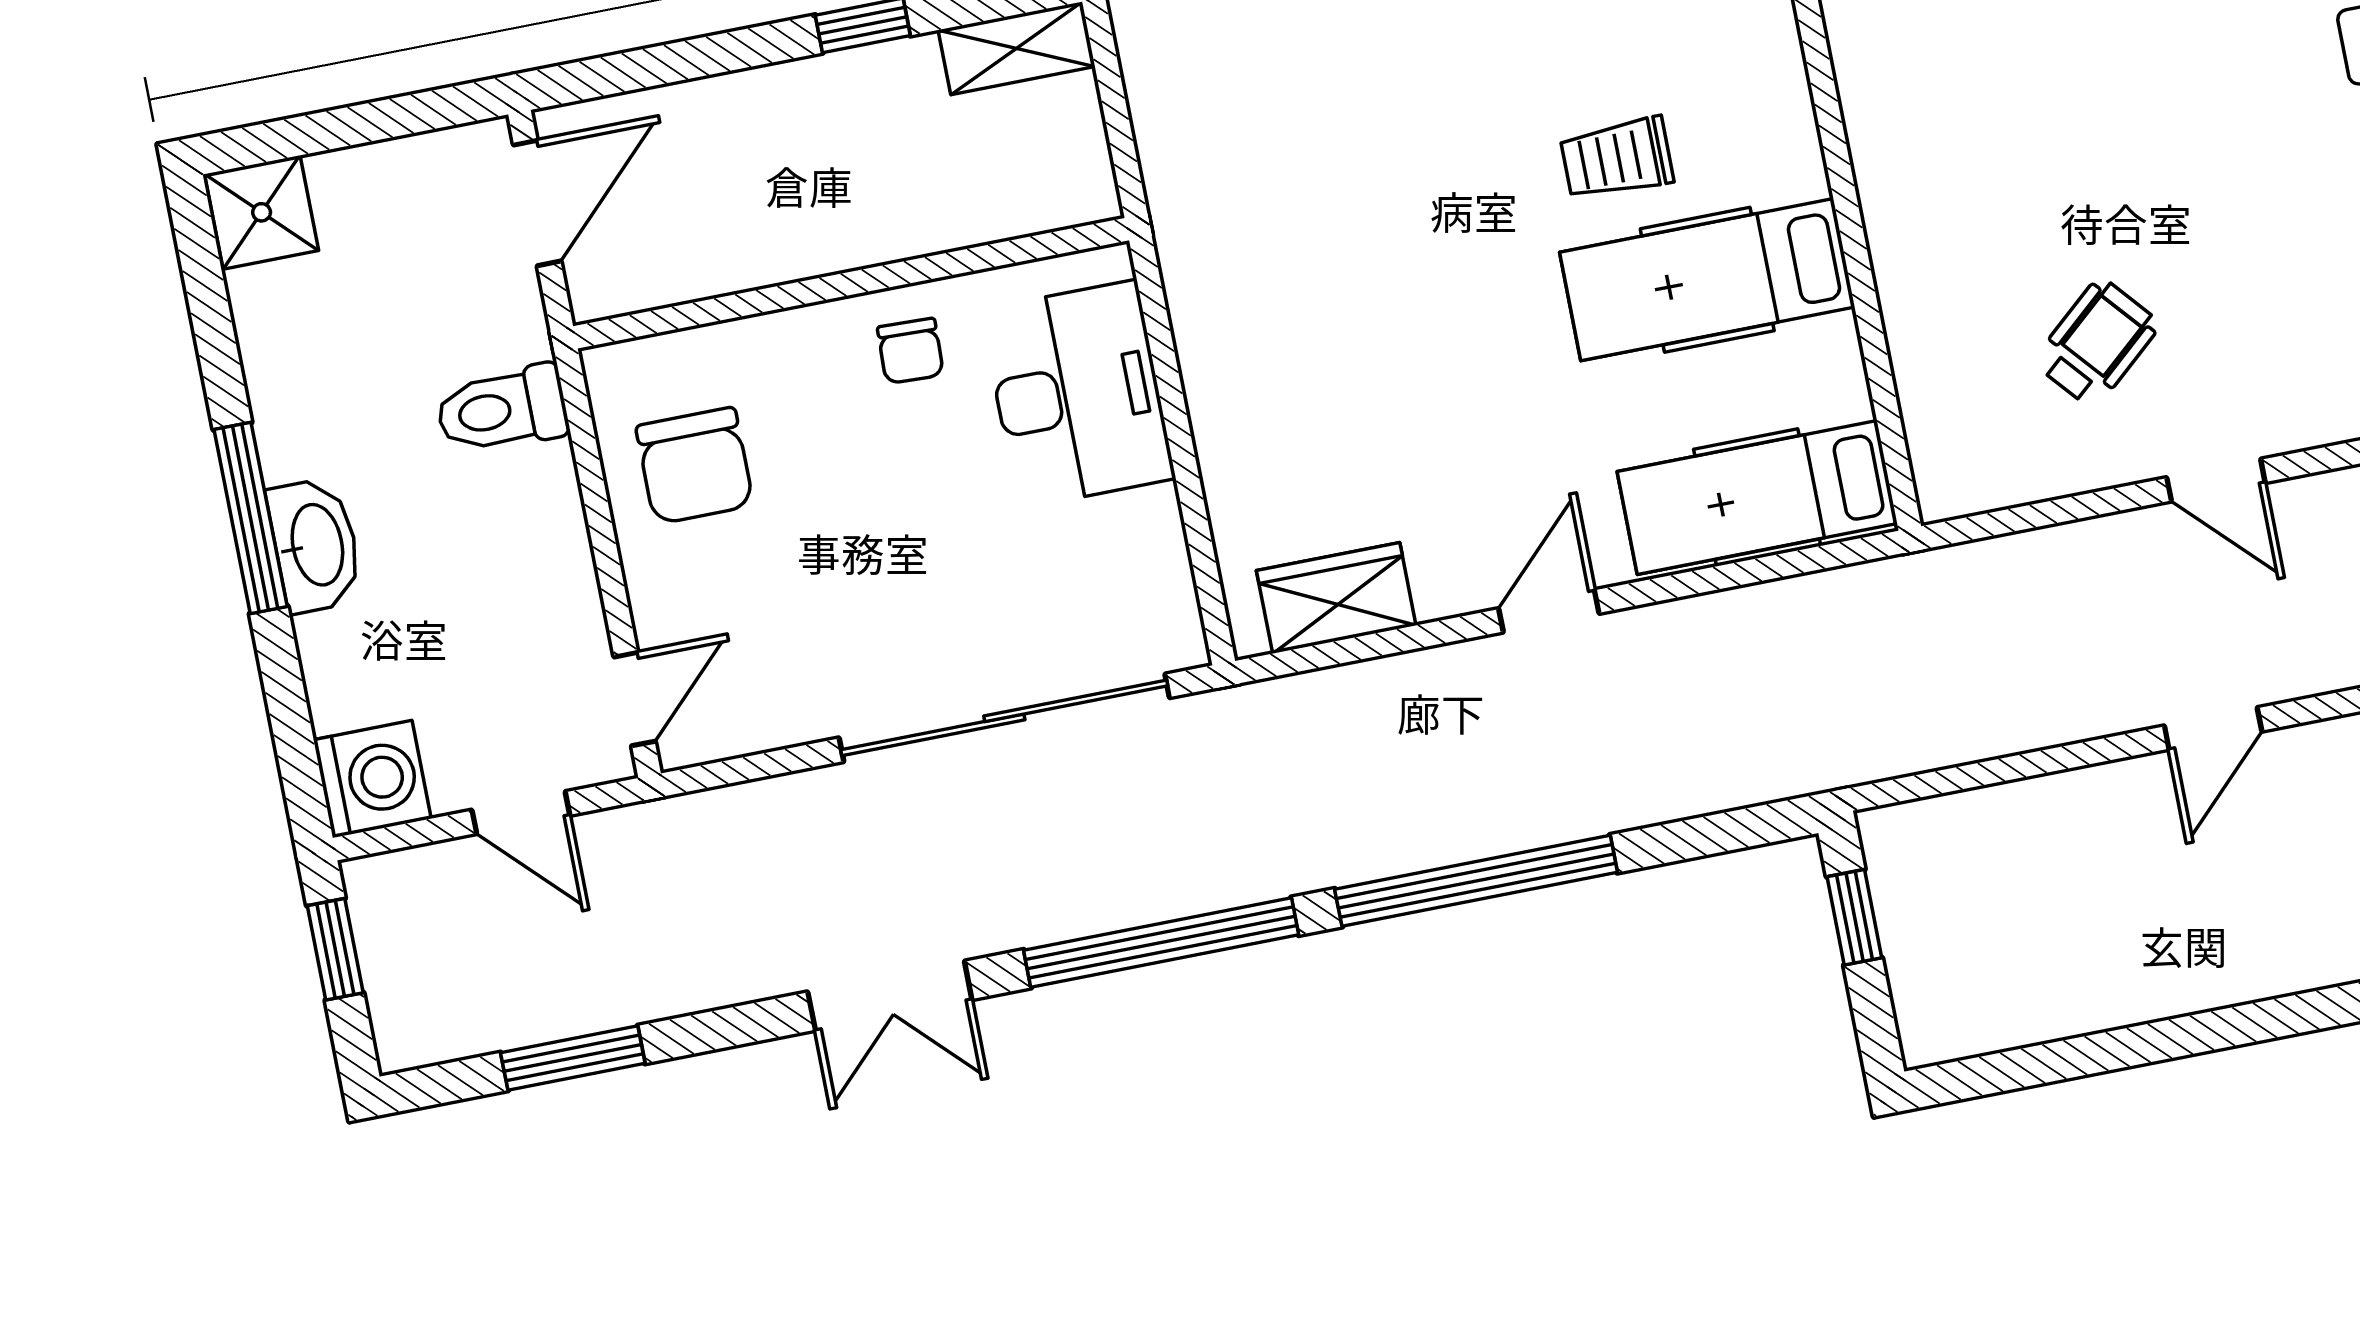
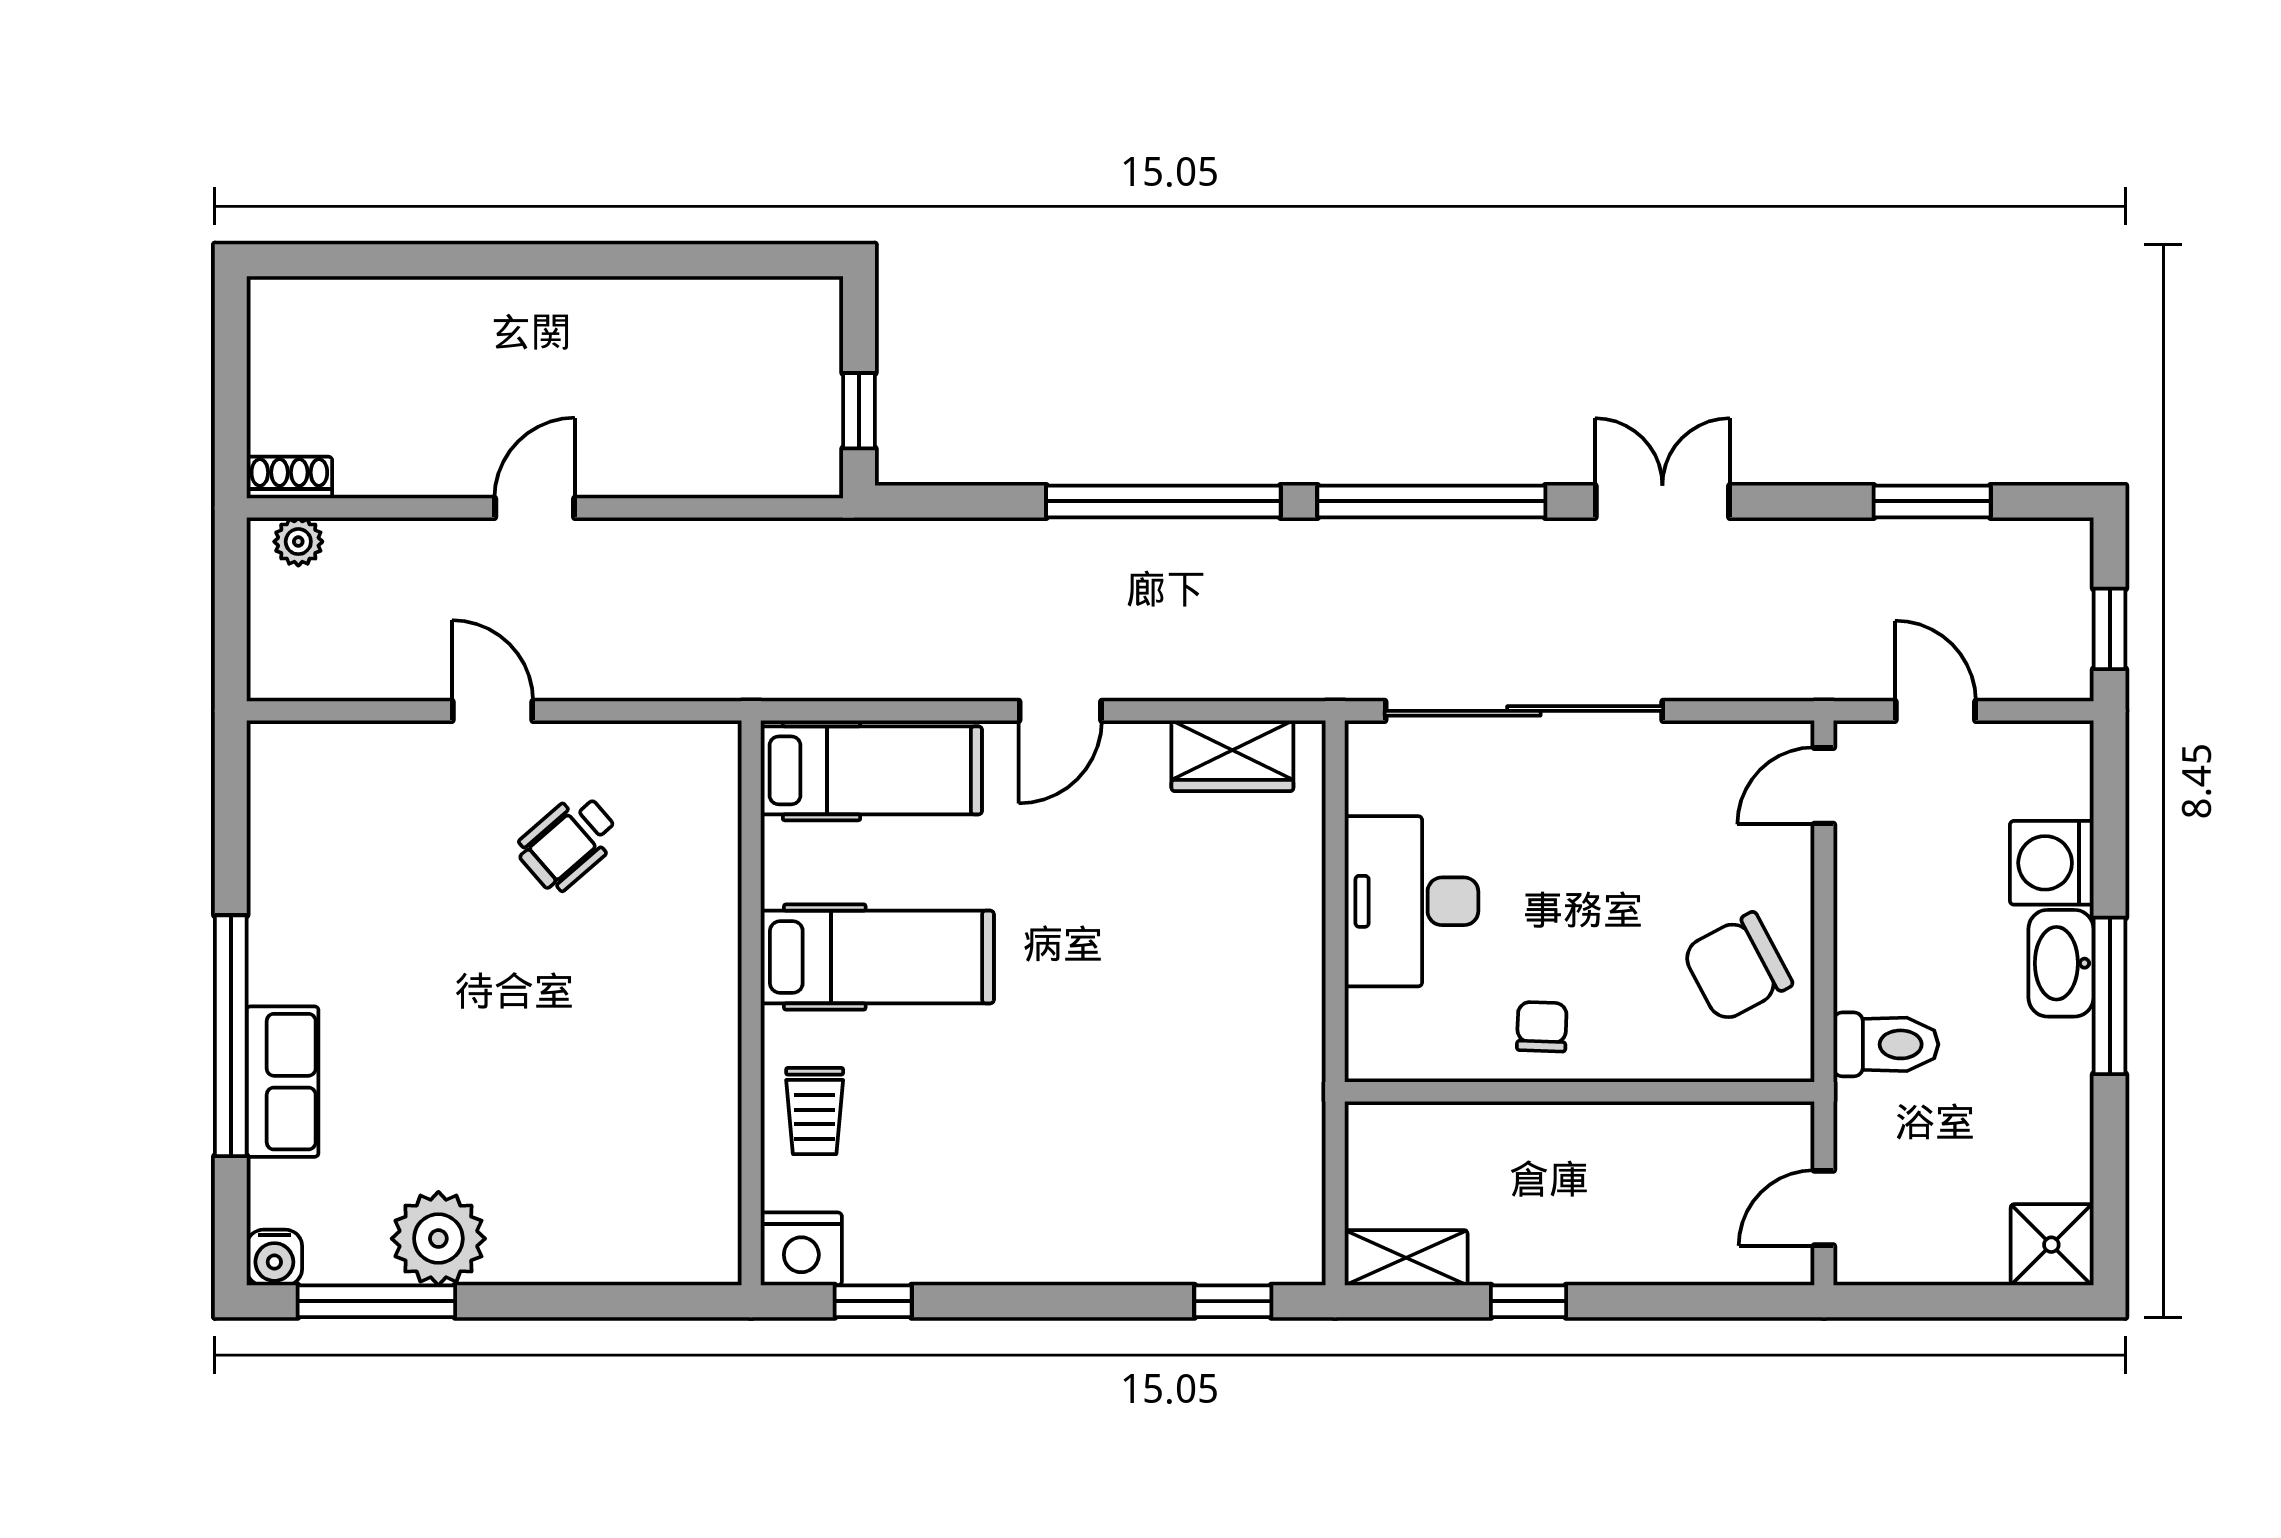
trolley: (1617, 158) -> (815, 1111), moved, turned 90
door: (537, 203) -> (1824, 1208), width x0.73
desk: (1078, 394) -> (1411, 901), moved
chair: (695, 466) -> (1737, 967), turned -118
washing machine: (372, 779) -> (2052, 863), moved

